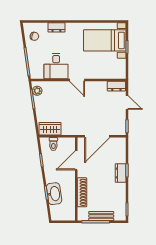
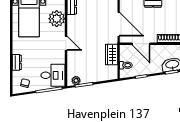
desk: (56, 66) -> (53, 75), moved
plant: (103, 70) -> (57, 19), added
door: (77, 80) -> (66, 43), hinge flipped
wardrobe: (50, 129) -> (112, 54), moved

